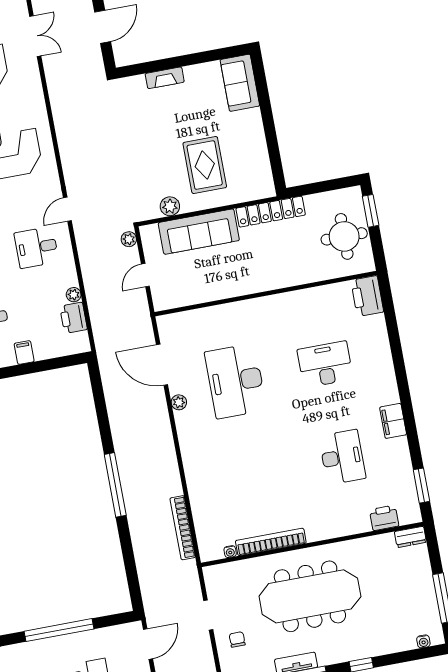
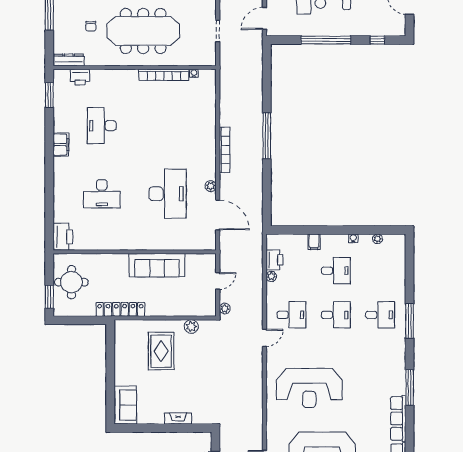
sofa: (199, 232) -> (157, 265), moved, turned 180
bookcase: (183, 528) -> (224, 150), moved
dresser: (410, 537) -> (69, 60), width x1.44
chair: (237, 639) -> (91, 26), moved

